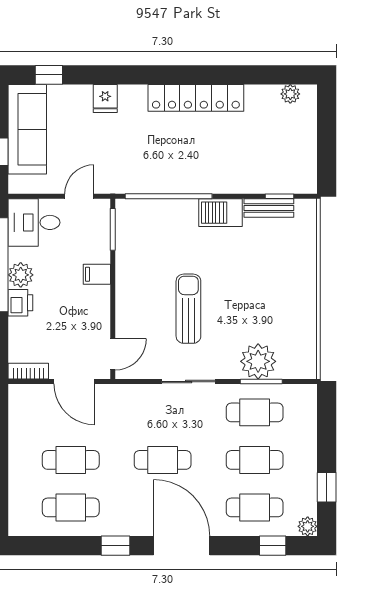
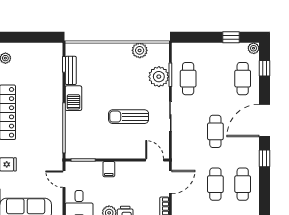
plant: (304, 328) -> (140, 50), added
cafe table: (255, 460) -> (215, 79), removed

